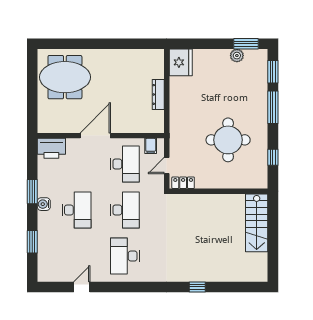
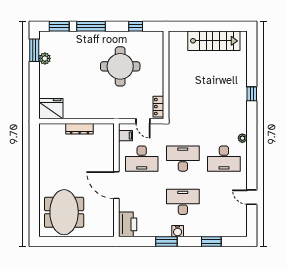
desk: (125, 164) -> (142, 159), turned 180
stairs: (257, 223) -> (214, 41), moved
plant: (148, 277) -> (242, 138), added

